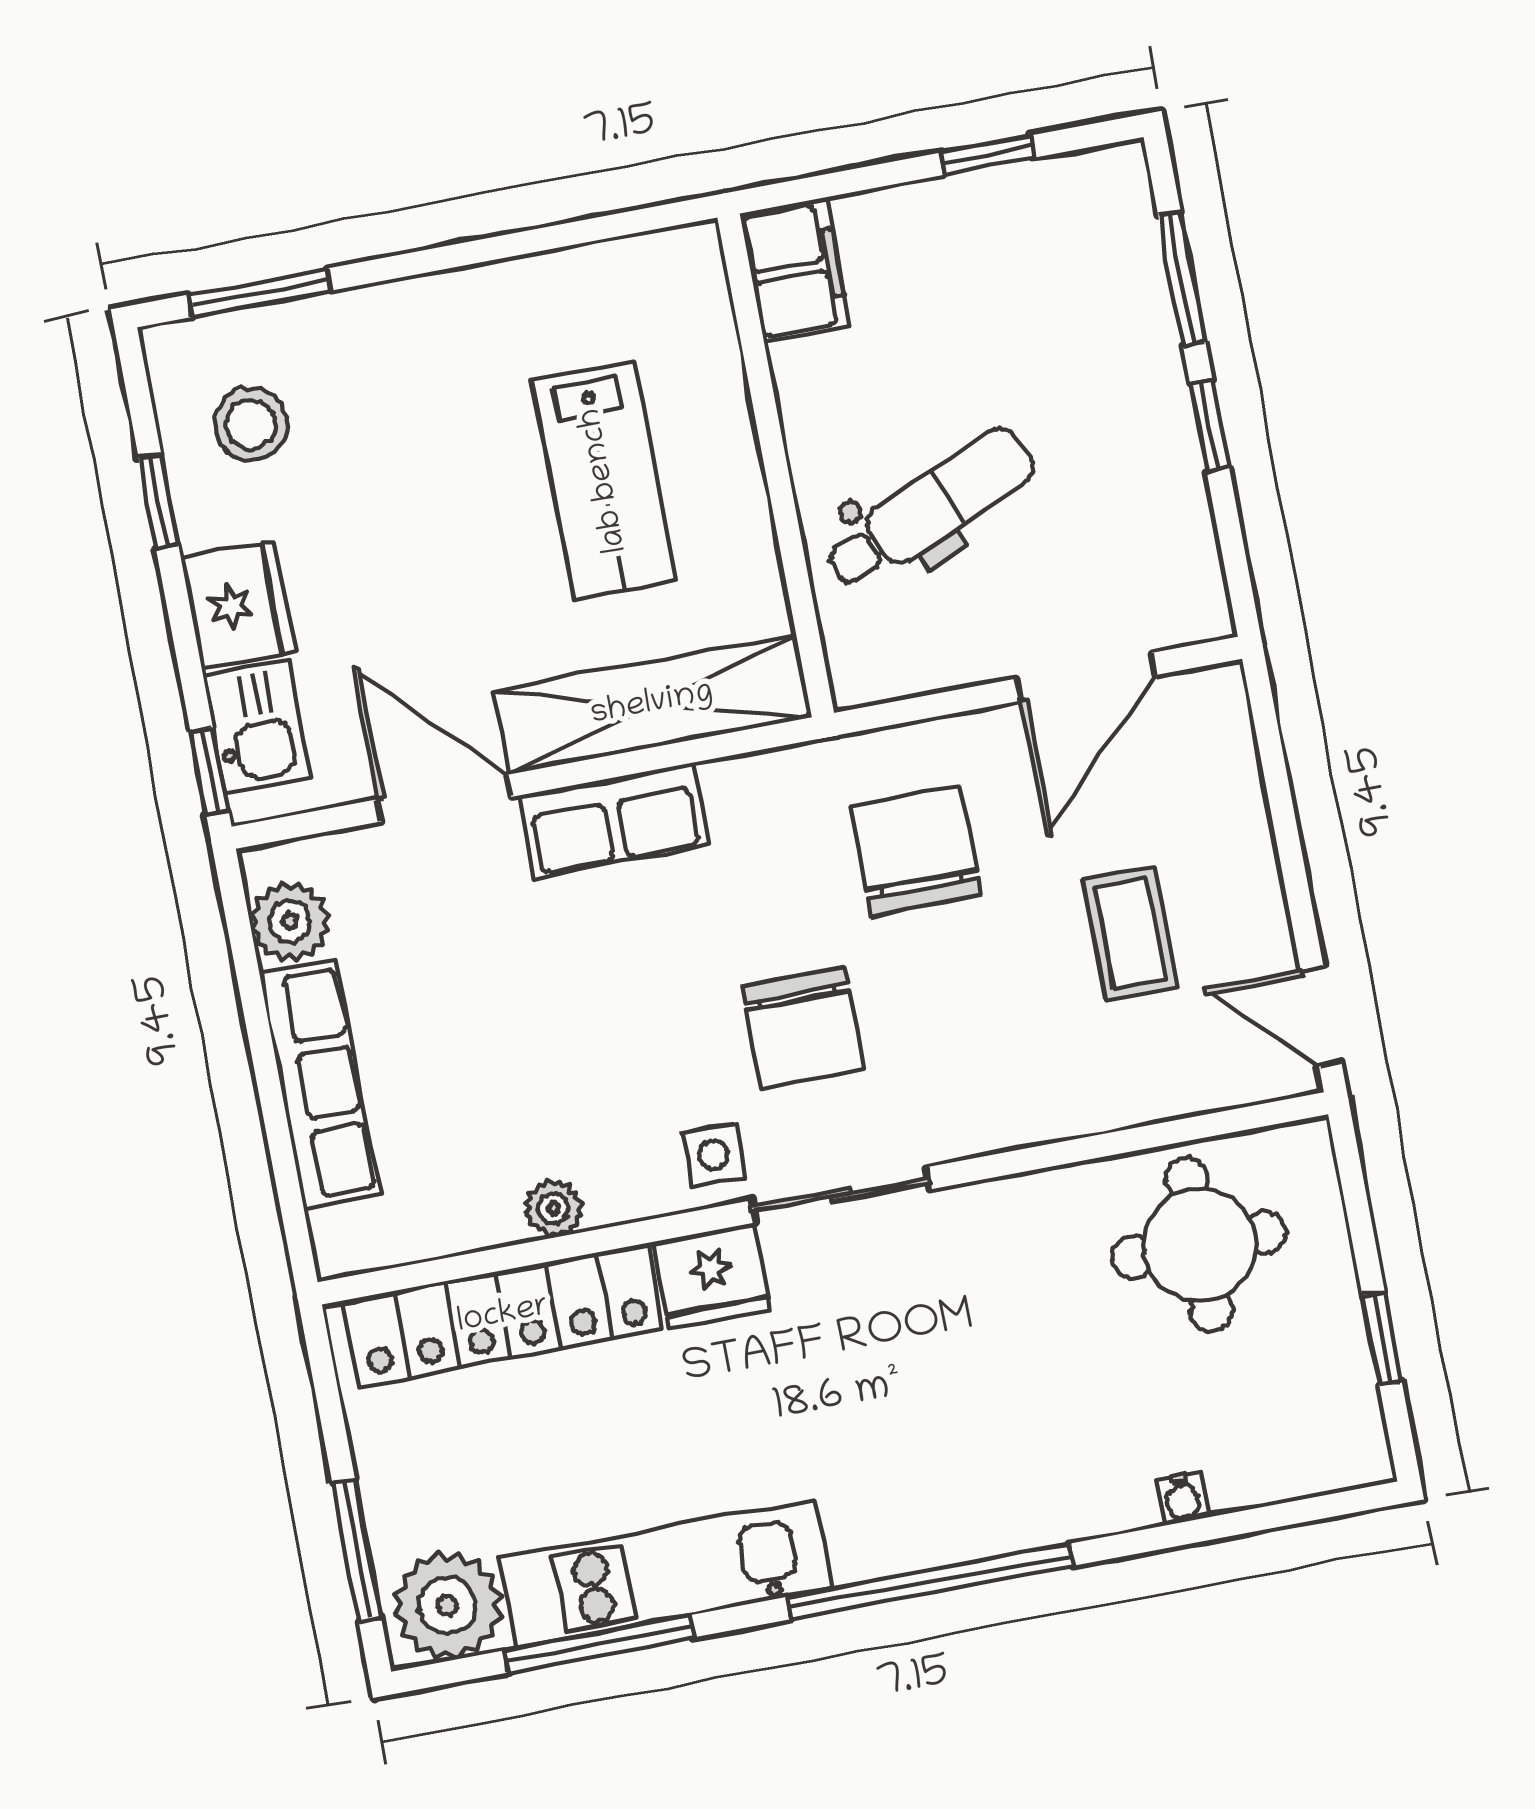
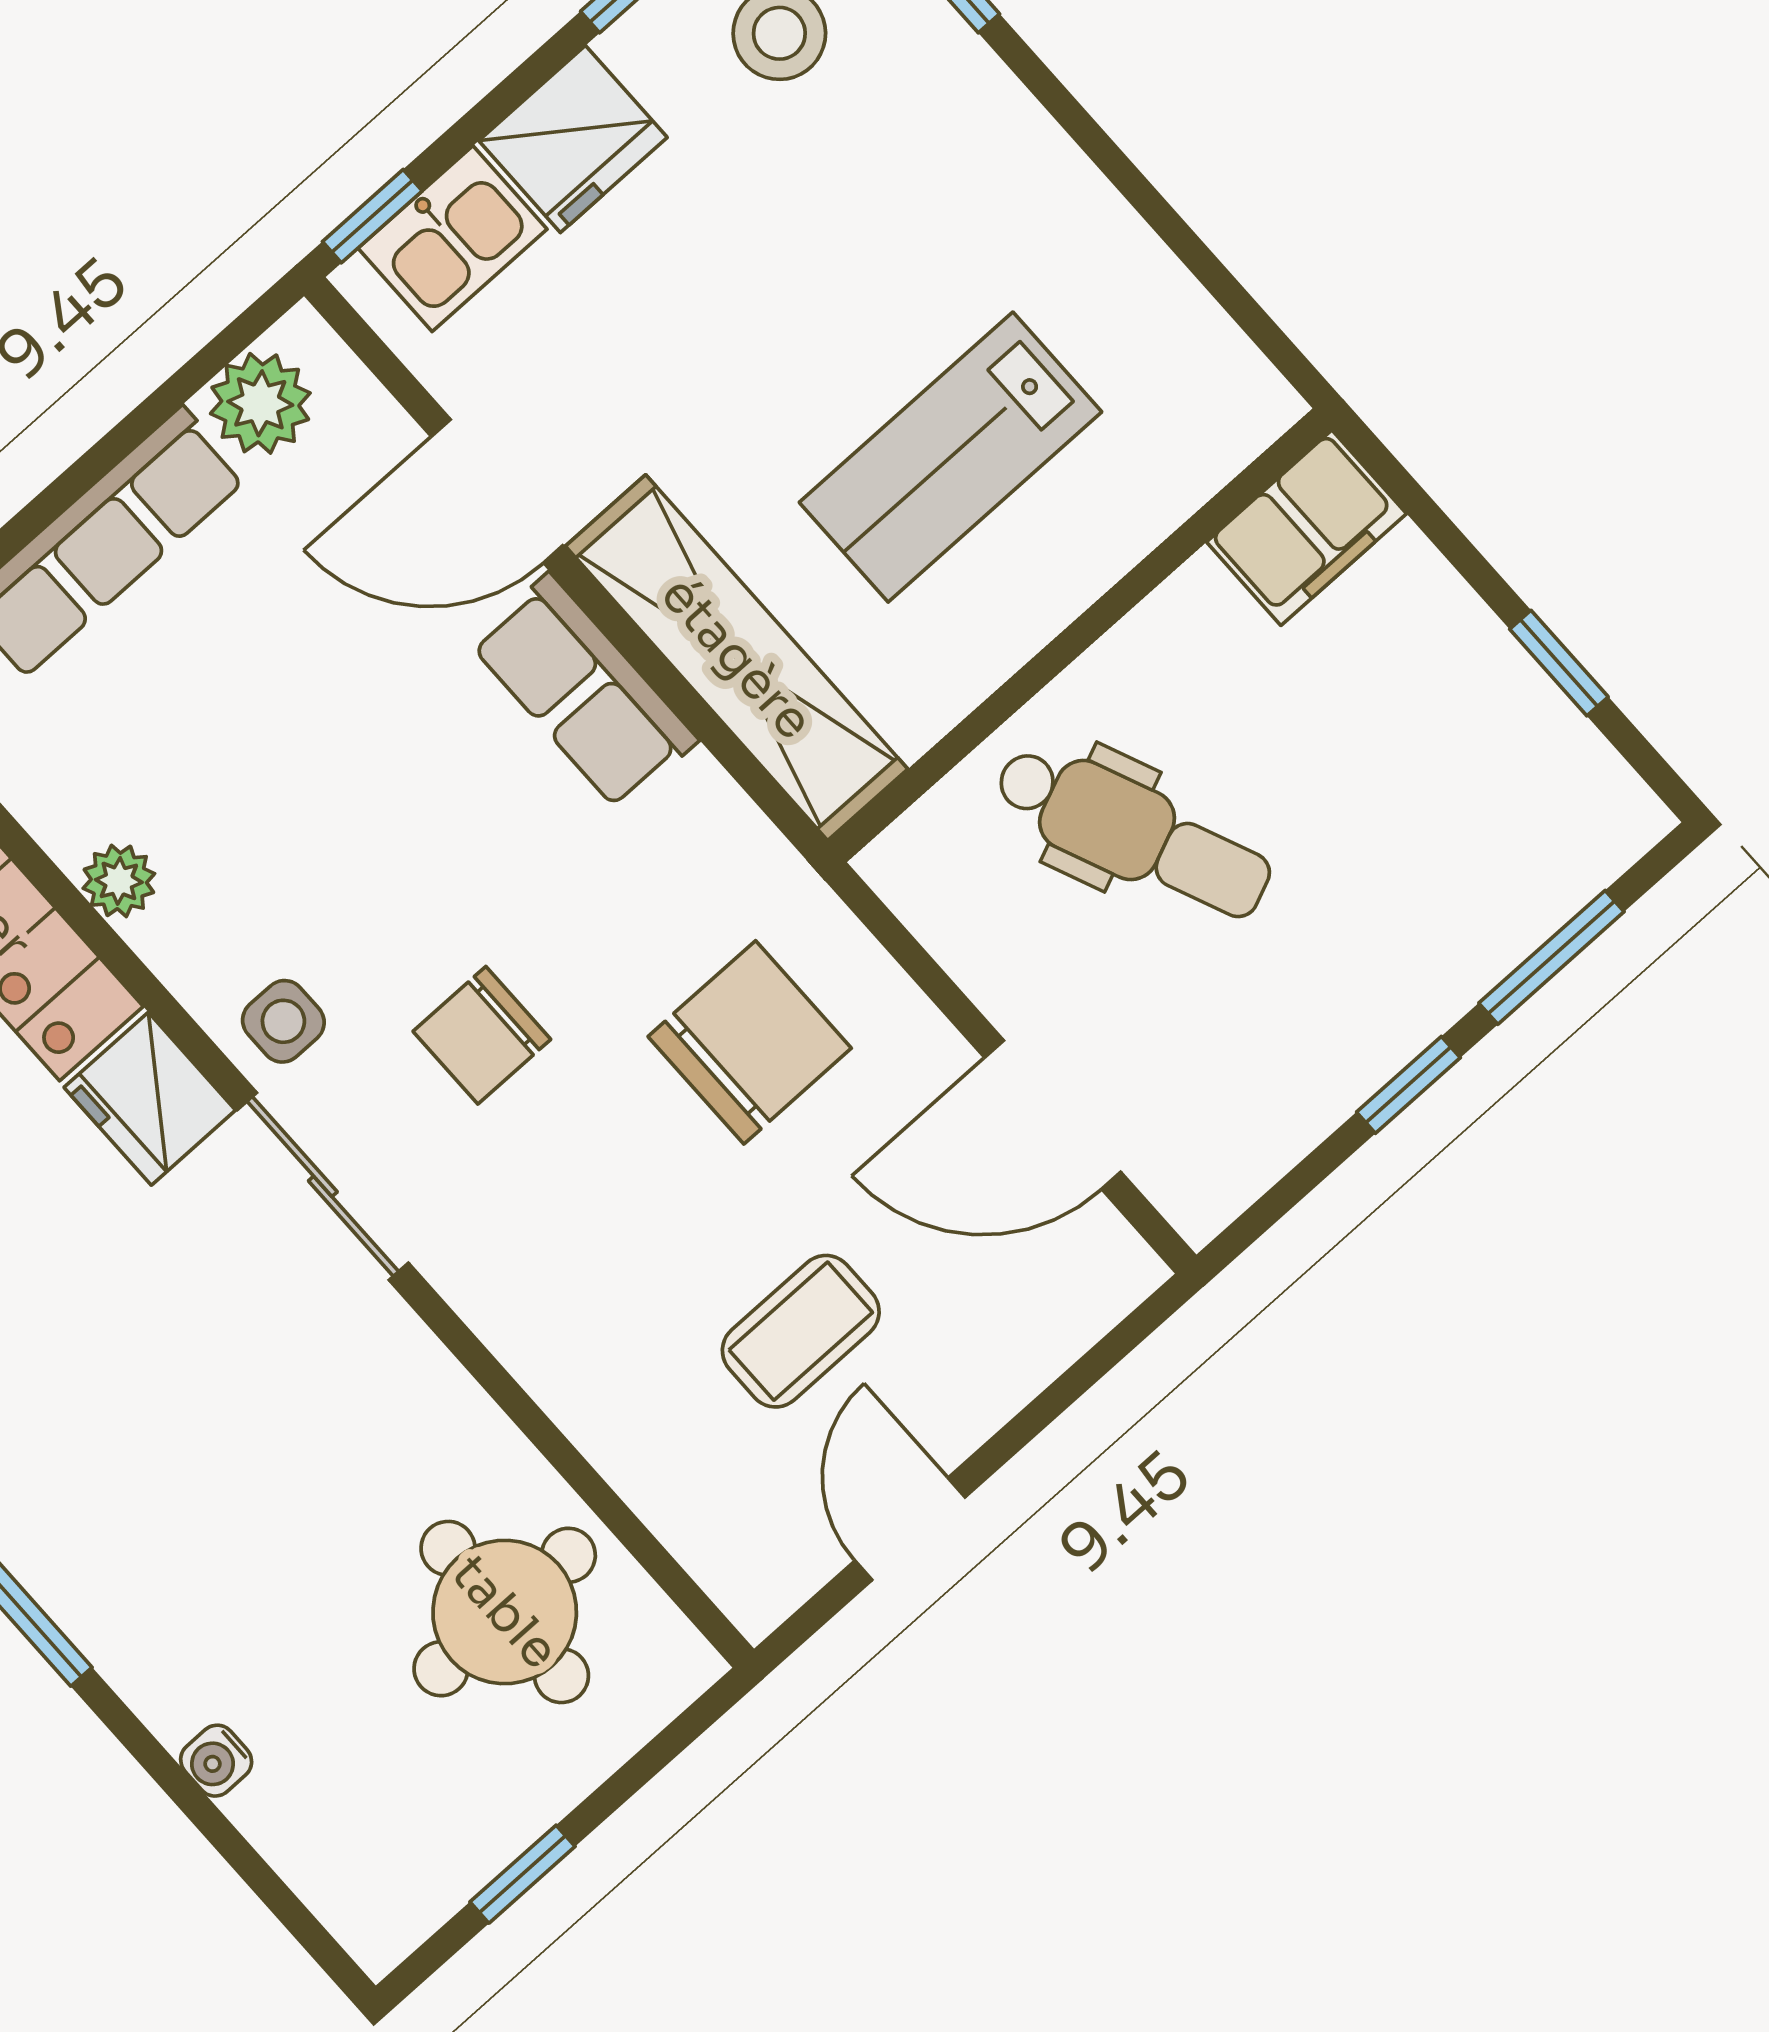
door: (444, 798) -> (497, 491), swing flipped
door: (1321, 1016) -> (910, 1529), moved
chair: (803, 1028) -> (482, 1035), width x0.73, depth x0.73

